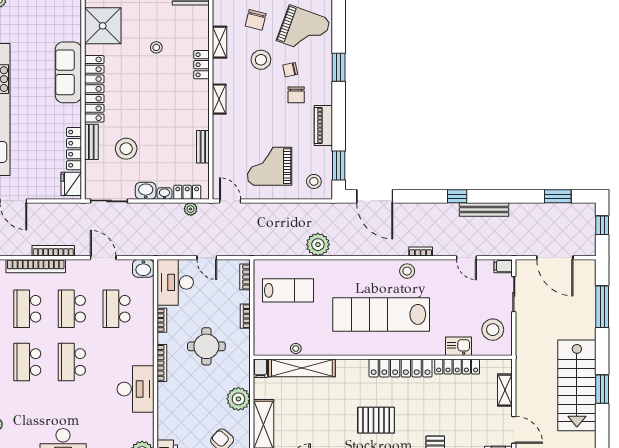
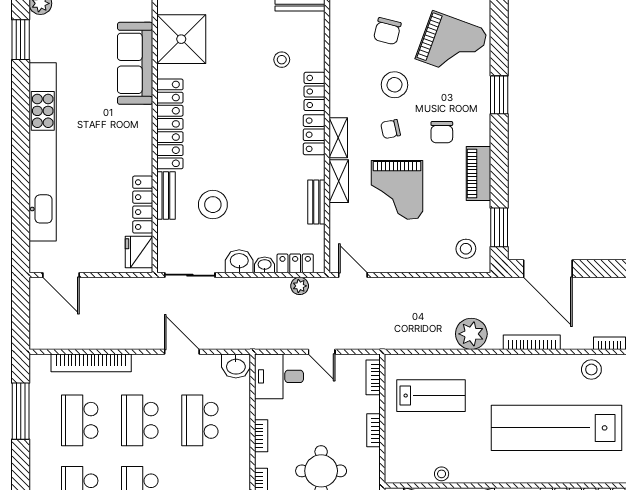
shelving: (220, 42) -> (339, 181), moved
stool: (156, 47) -> (282, 60), moved
chair: (290, 70) -> (391, 129), moved
sofa: (68, 72) -> (135, 63), moved
locker: (201, 97) -> (314, 135), added
grand piano: (270, 166) -> (397, 190), moved, turned -90
bookcase: (53, 251) -> (532, 342), moved
desk: (175, 282) -> (279, 376), width x0.73

